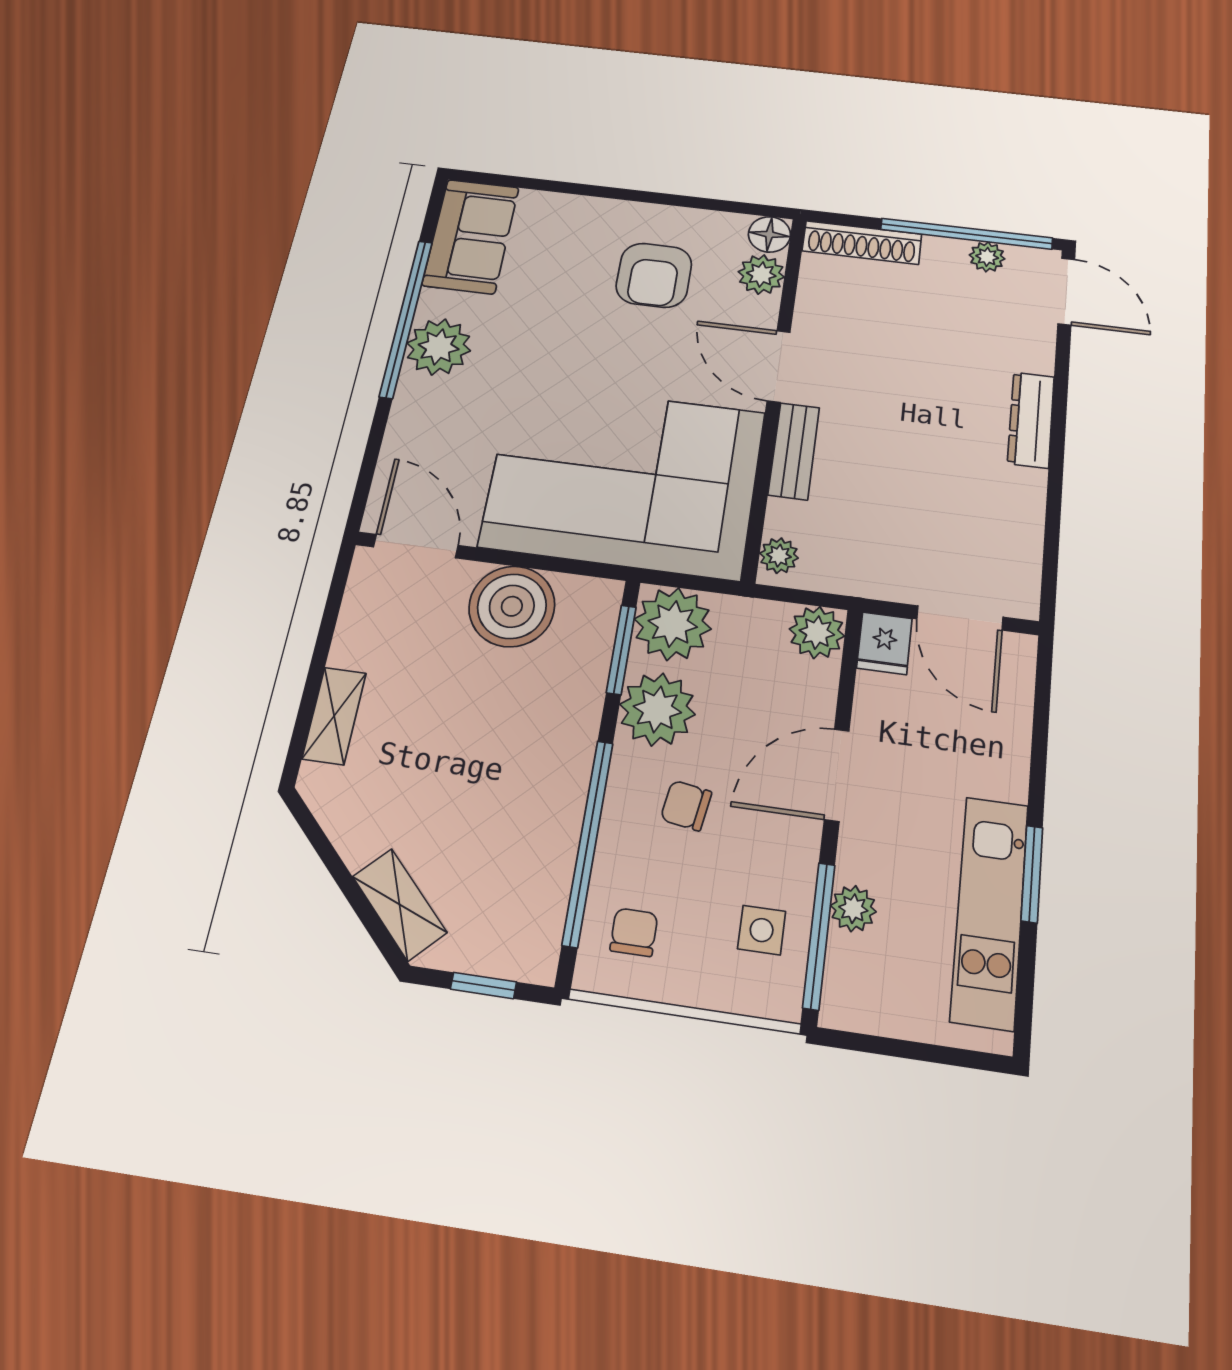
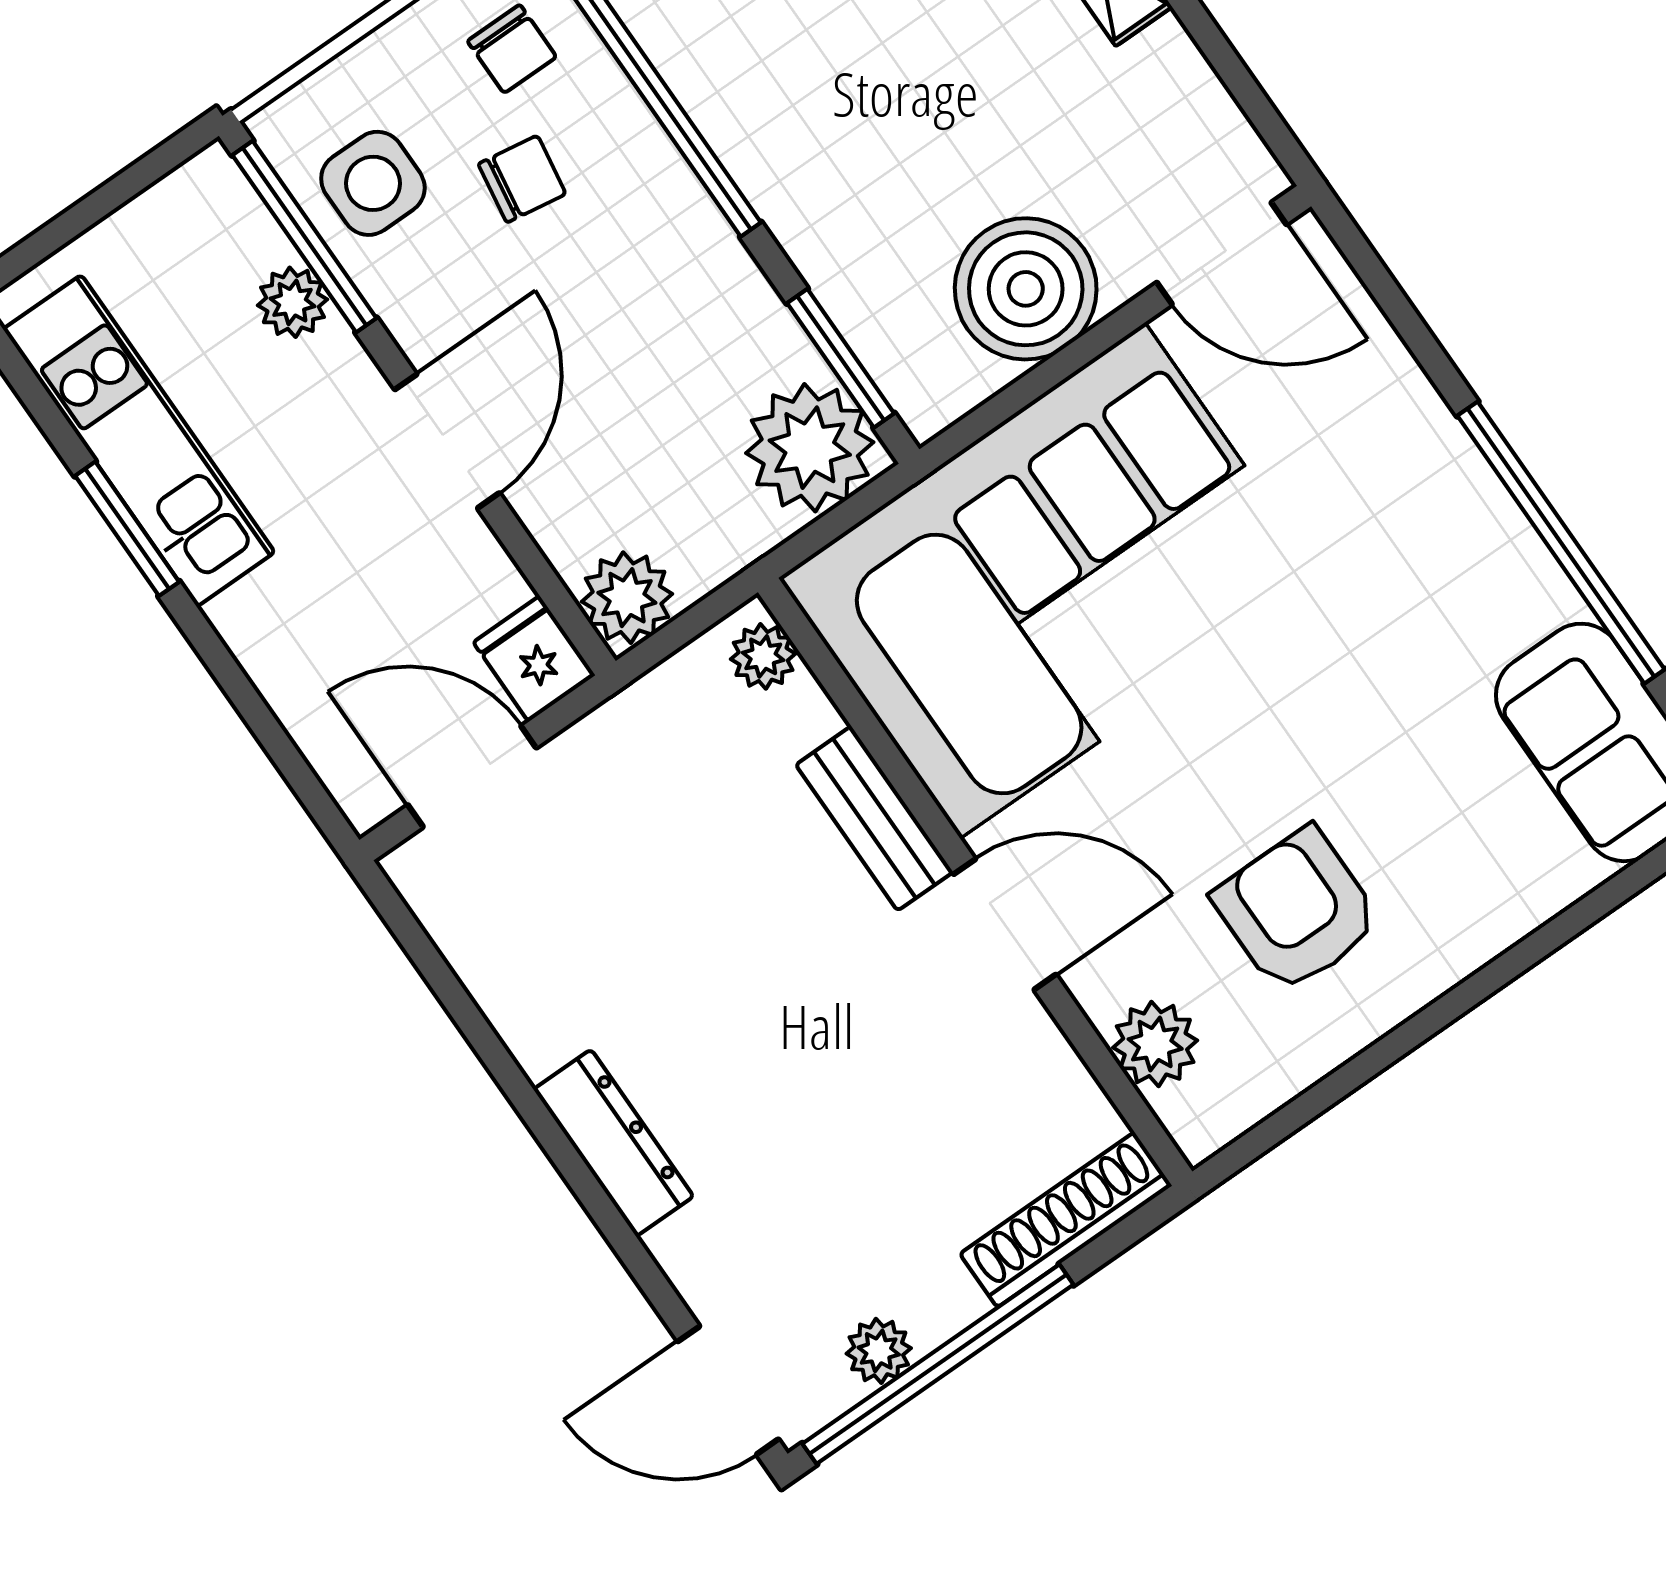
floor lamp: (769, 234) -> (1202, 1118), removed
plant: (439, 347) -> (1475, 542), removed
plant: (657, 709) -> (728, 326), removed
chair: (686, 805) -> (522, 179), moved
side table: (762, 930) -> (373, 183), width x1.37, depth x1.37

